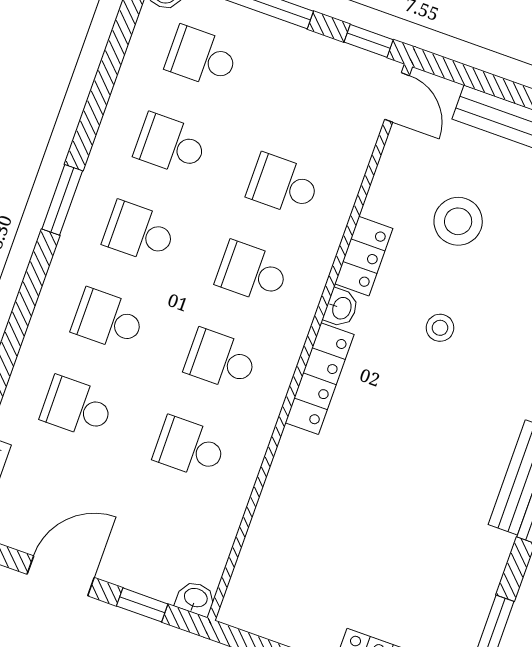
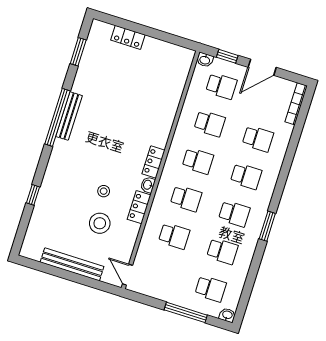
window: (369, 41) -> (140, 298), removed
stool: (440, 328) -> (104, 191), moved
locker: (320, 379) -> (153, 162), width x0.66
school desk: (159, 535) -> (221, 86), added

